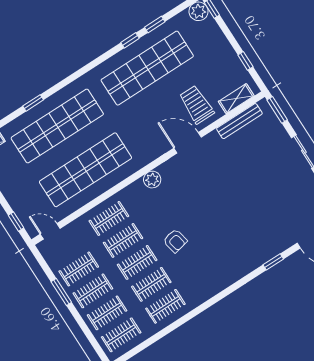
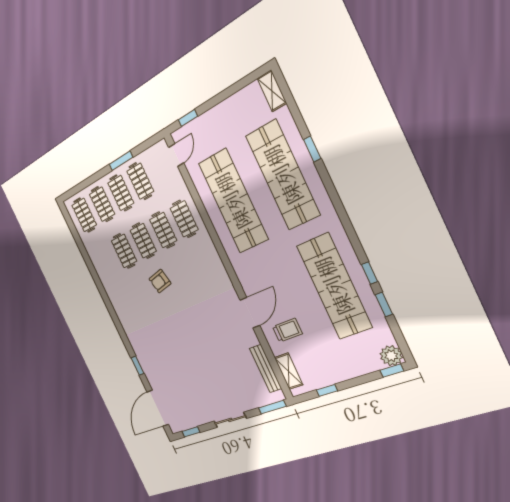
trolley: (197, 105) -> (287, 330), width x0.73, depth x0.72
plant: (152, 180) -> (217, 270), removed
clothes rail: (165, 306) -> (106, 261), removed

